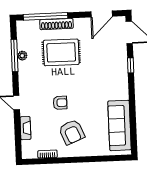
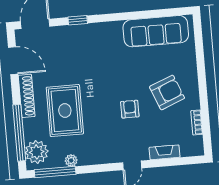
shoe rack: (56, 24) -> (27, 96), moved
plant: (30, 29) -> (37, 152), added
window: (14, 55) -> (55, 172), moved

